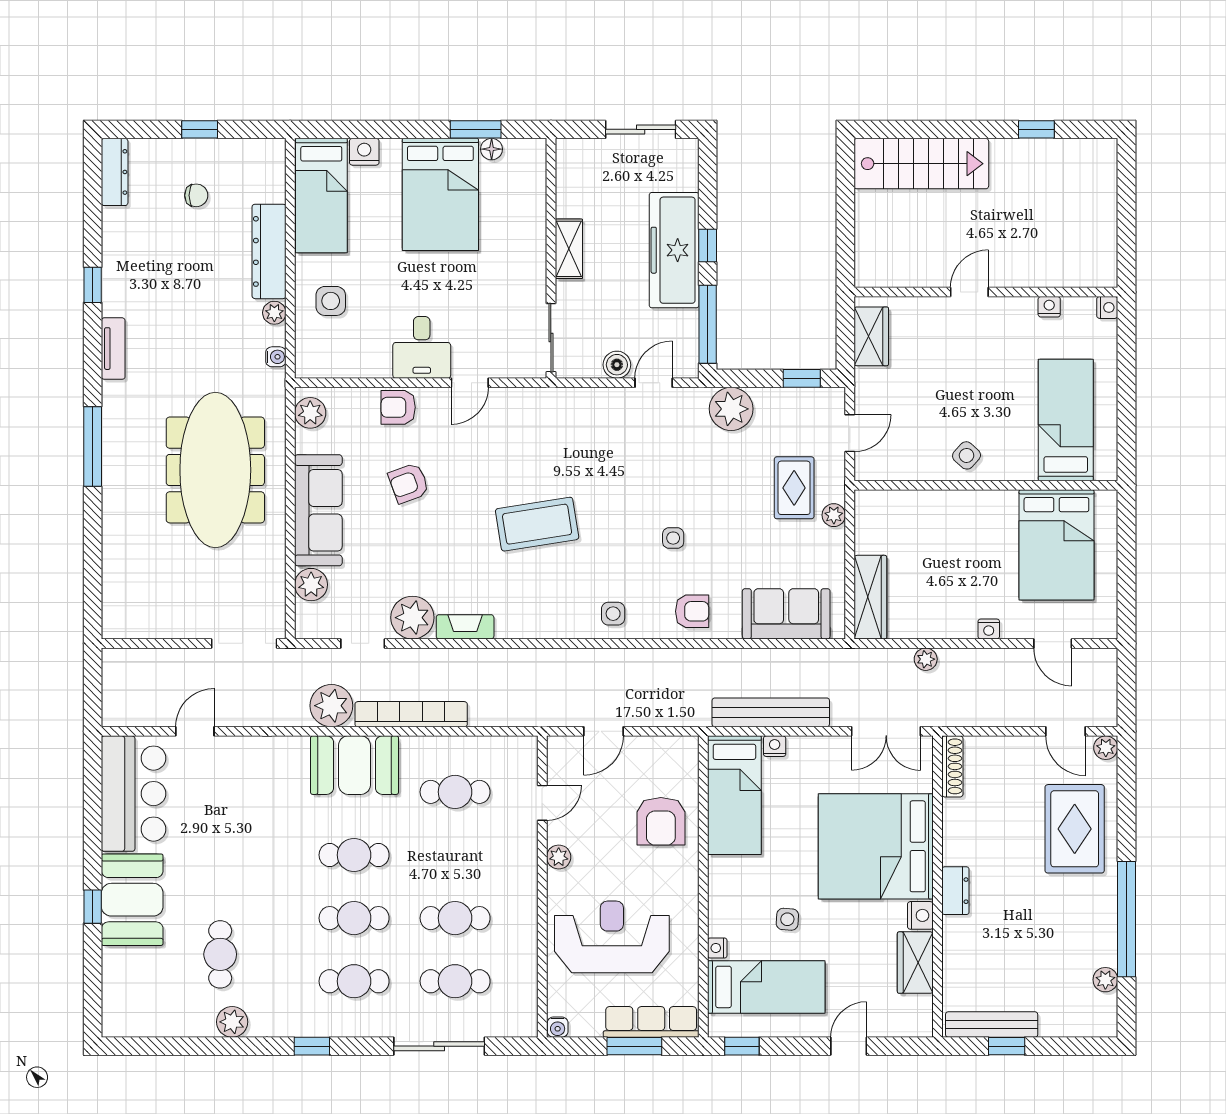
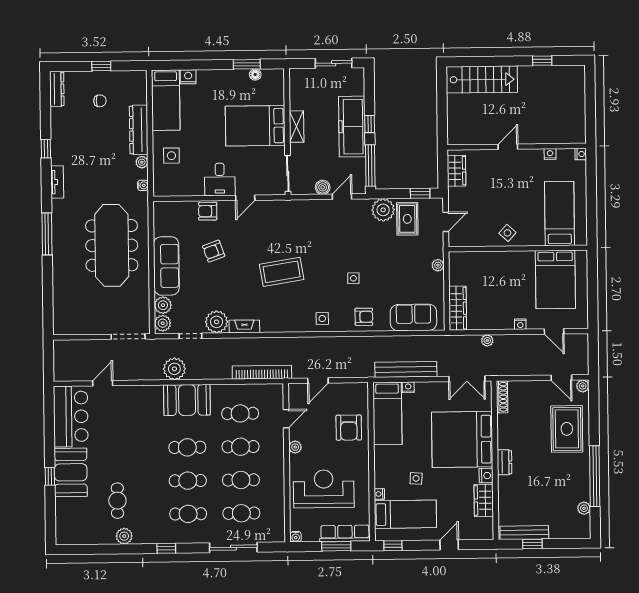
bed: (440, 194) -> (255, 126), moved, turned 90
plant: (310, 413) -> (163, 323), moved
rug: (794, 488) -> (407, 219), moved
bookcase: (411, 714) -> (262, 372), moved
cafe table: (455, 855) -> (241, 447), added

